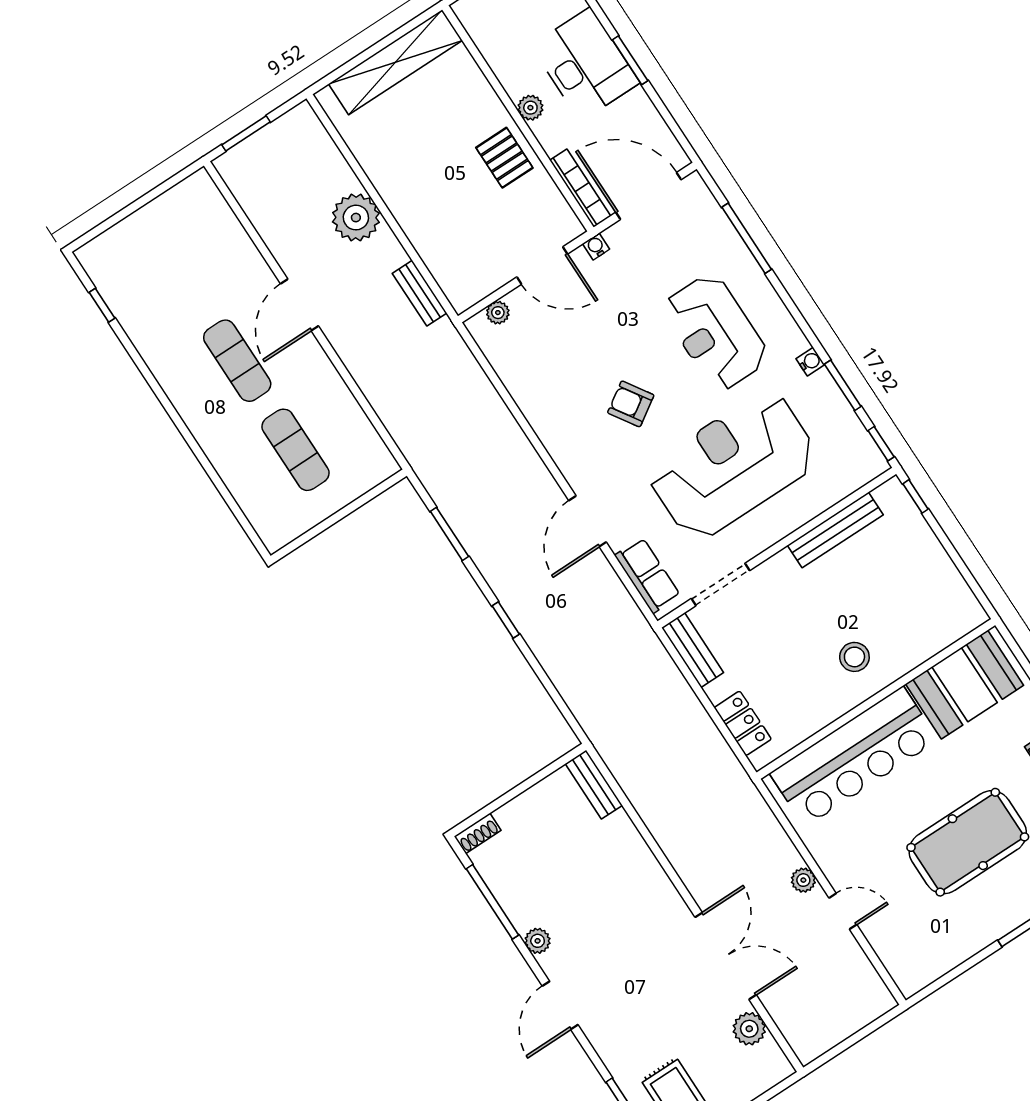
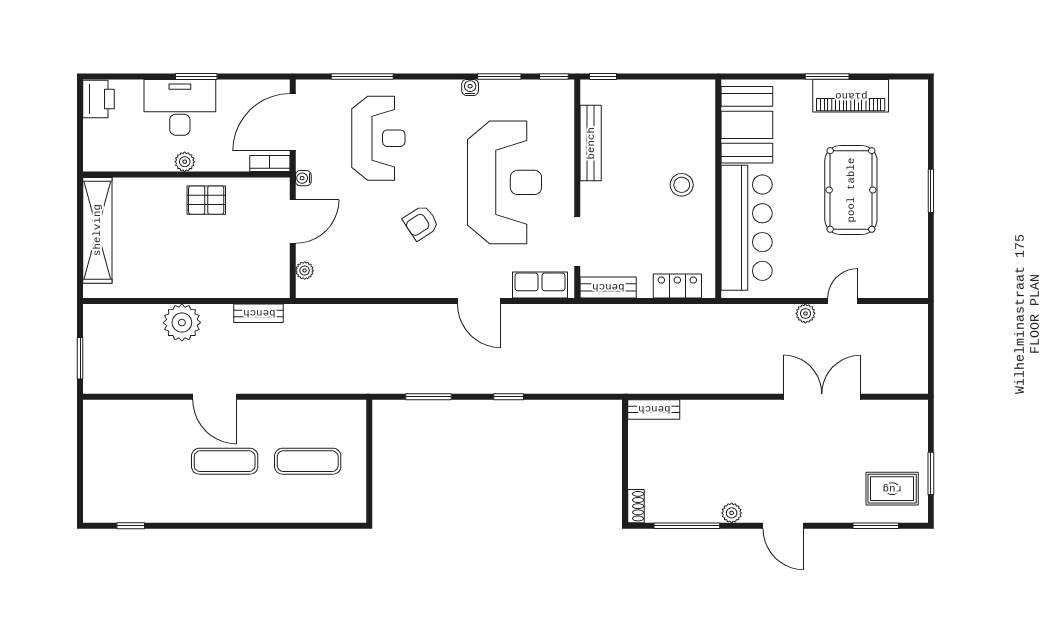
bookcase: (580, 188) -> (270, 164), width x0.64
reception desk: (715, 332) -> (378, 138), moved, turned -90
reception desk: (733, 465) -> (505, 182), turned 180
plant: (749, 1029) -> (879, 412), removed

